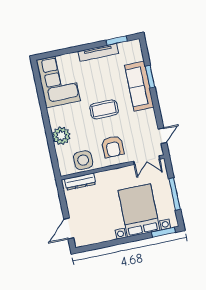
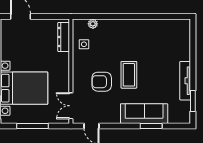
corner sofa: (58, 80) -> (166, 36), removed
plant: (61, 136) -> (93, 24), moved, width x0.53, depth x0.53
armchair: (113, 147) -> (102, 82), moved
side table: (83, 160) -> (84, 44), width x0.54, depth x0.54

